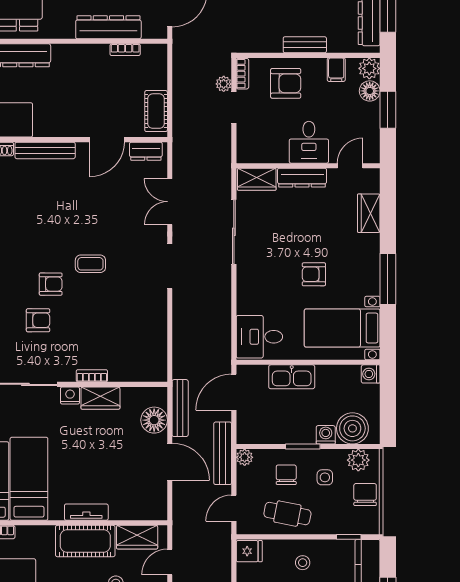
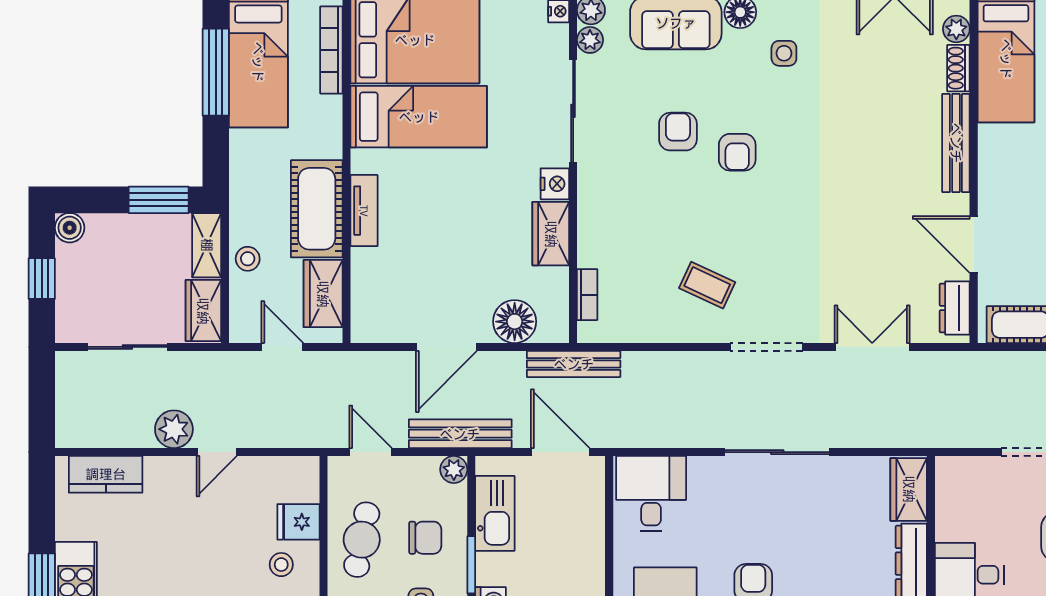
sliding door: (234, 232) -> (777, 452), moved
coffee table: (90, 264) -> (707, 285), moved, turned -65
armchair: (38, 320) -> (678, 132), turned 180
bookcase: (92, 376) -> (587, 295), moved
kitchen sink: (292, 377) -> (495, 513), moved, turned 180
bench: (180, 408) -> (574, 364), moved
fridge: (249, 551) -> (298, 522), moved, turned 90

